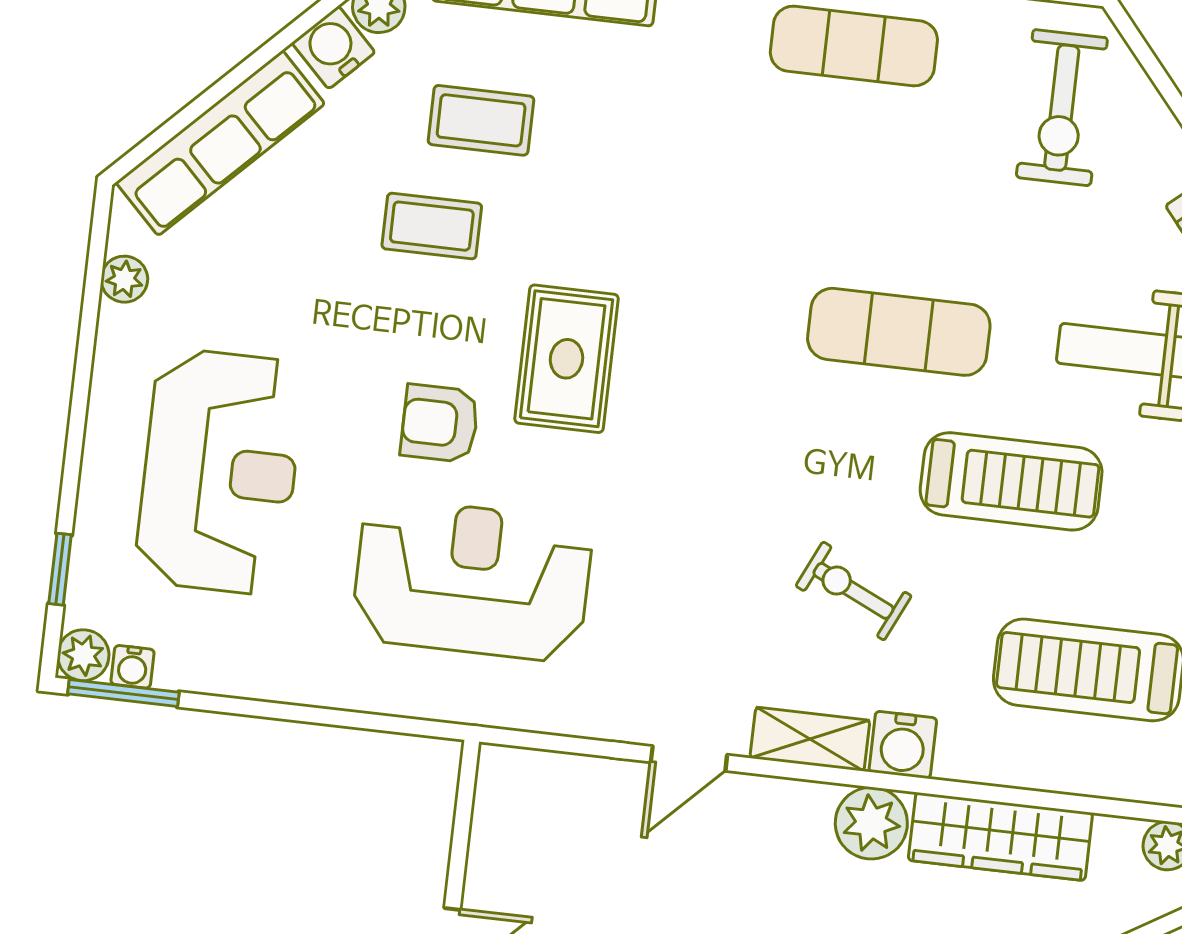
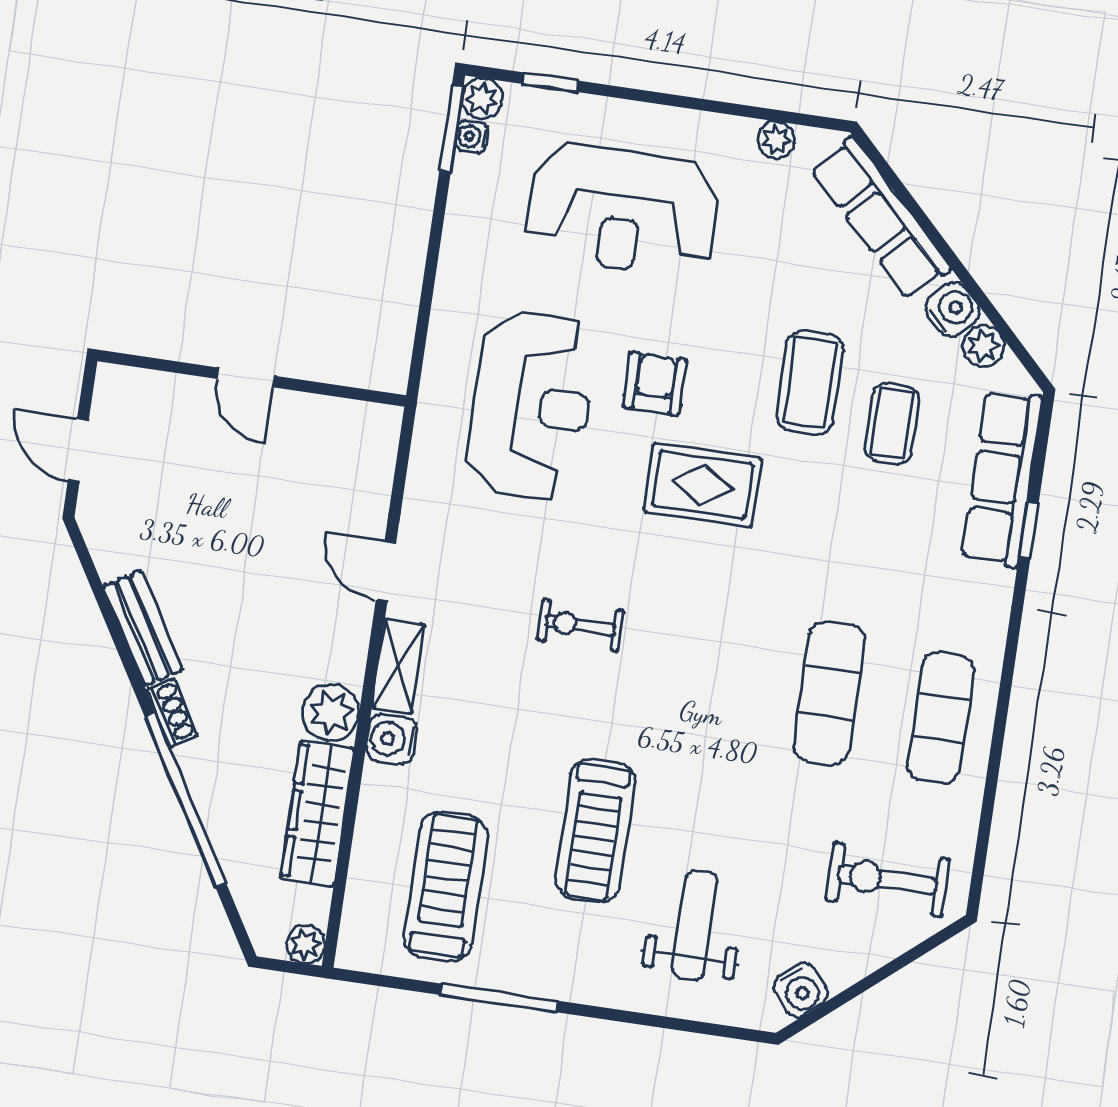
coffee table: (432, 226) -> (810, 382), width x1.36, depth x1.30
exercise mat: (899, 332) -> (829, 693), moved
exercise bike: (853, 591) -> (580, 625), moved, turned -115

